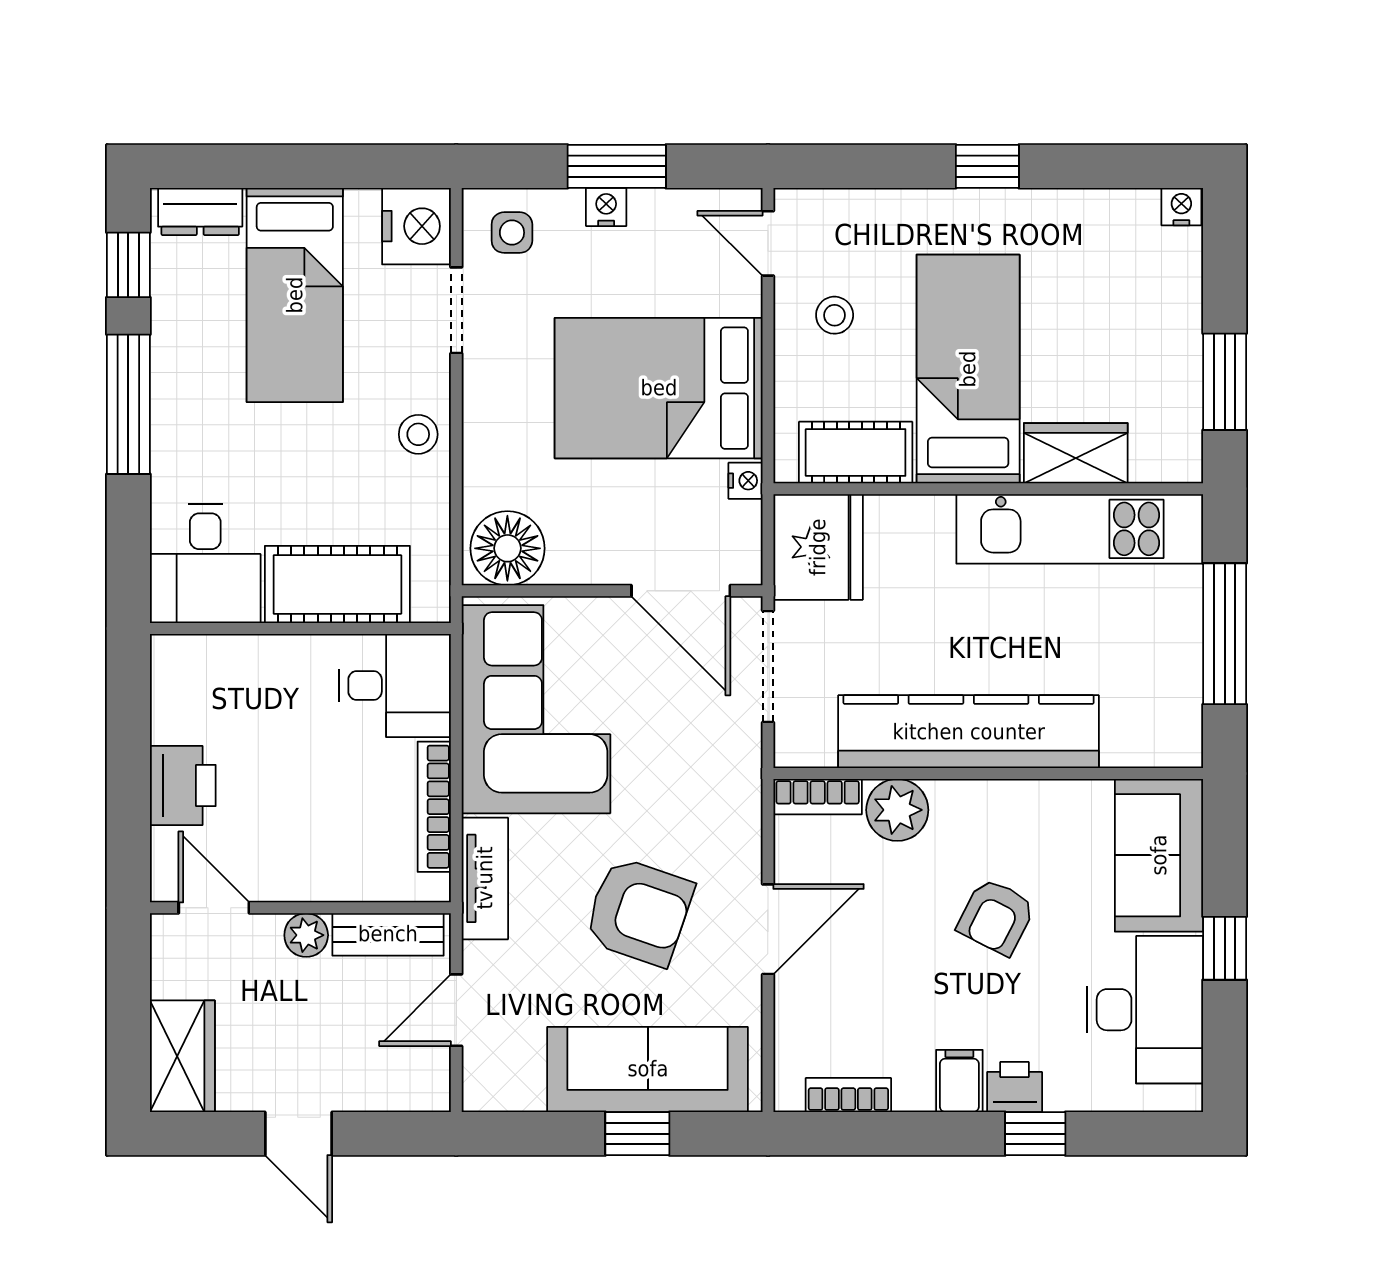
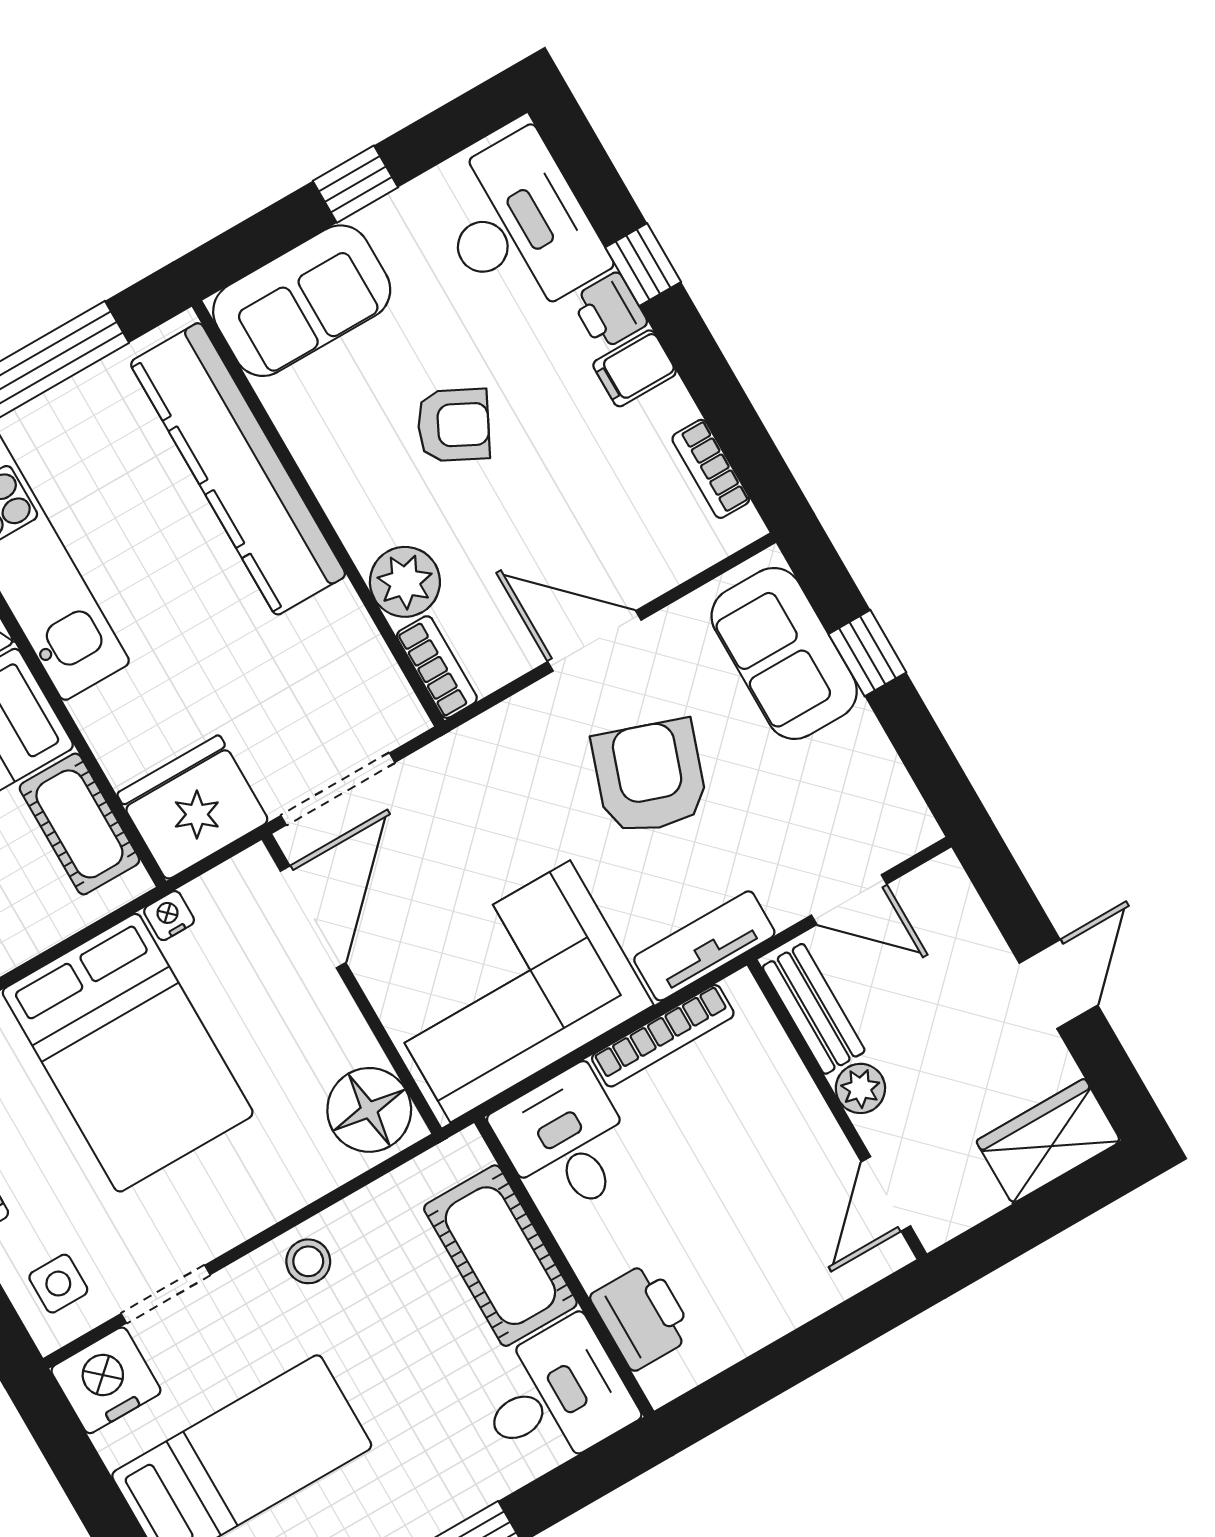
kitchen counter: (969, 732) -> (238, 469), moved
printer: (183, 786) -> (642, 1316), moved, turned 90
desk: (1145, 1010) -> (518, 227), moved, turned 90
sofa: (648, 1069) -> (784, 653), width x0.73

